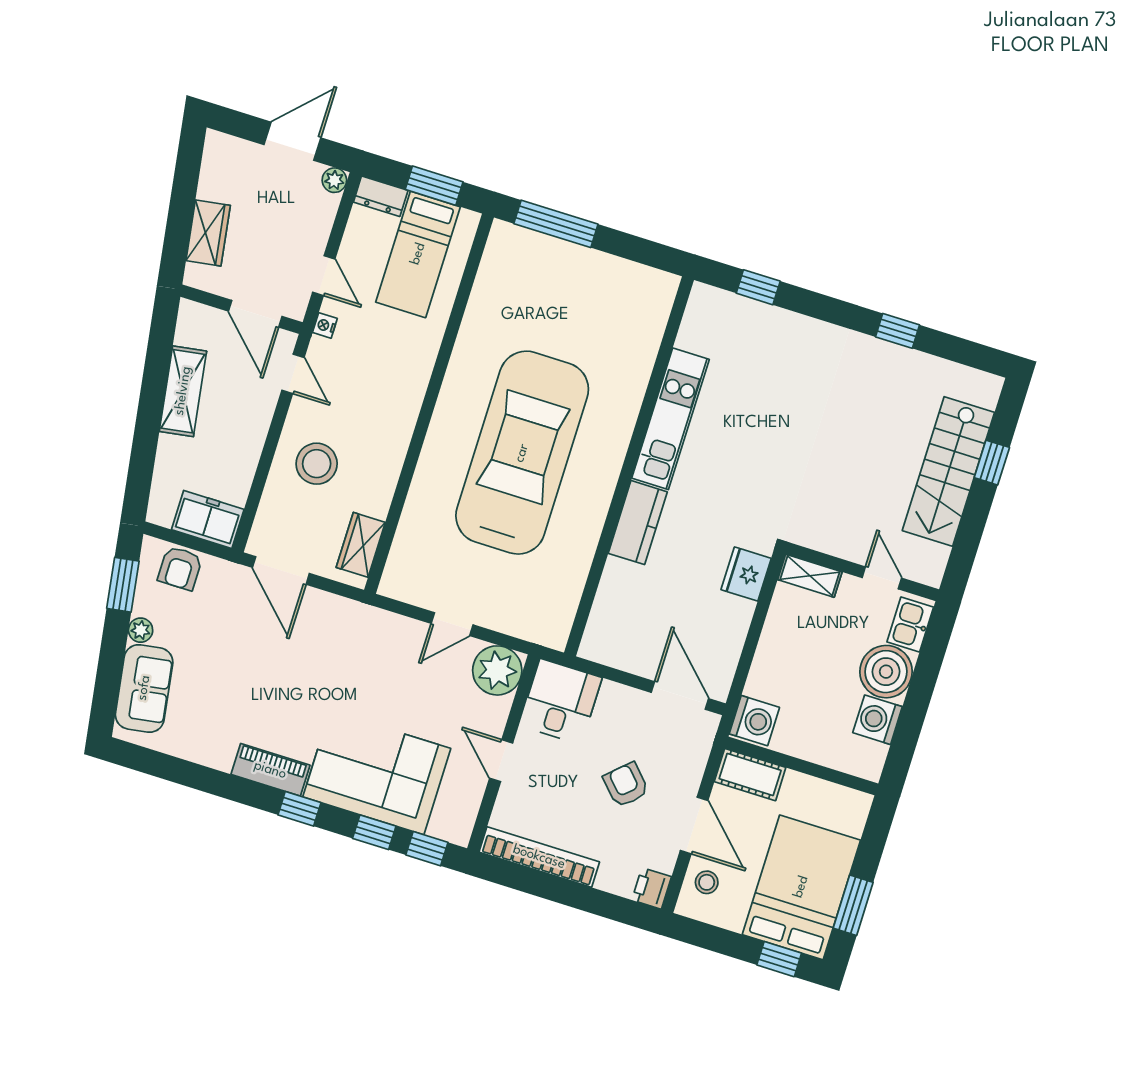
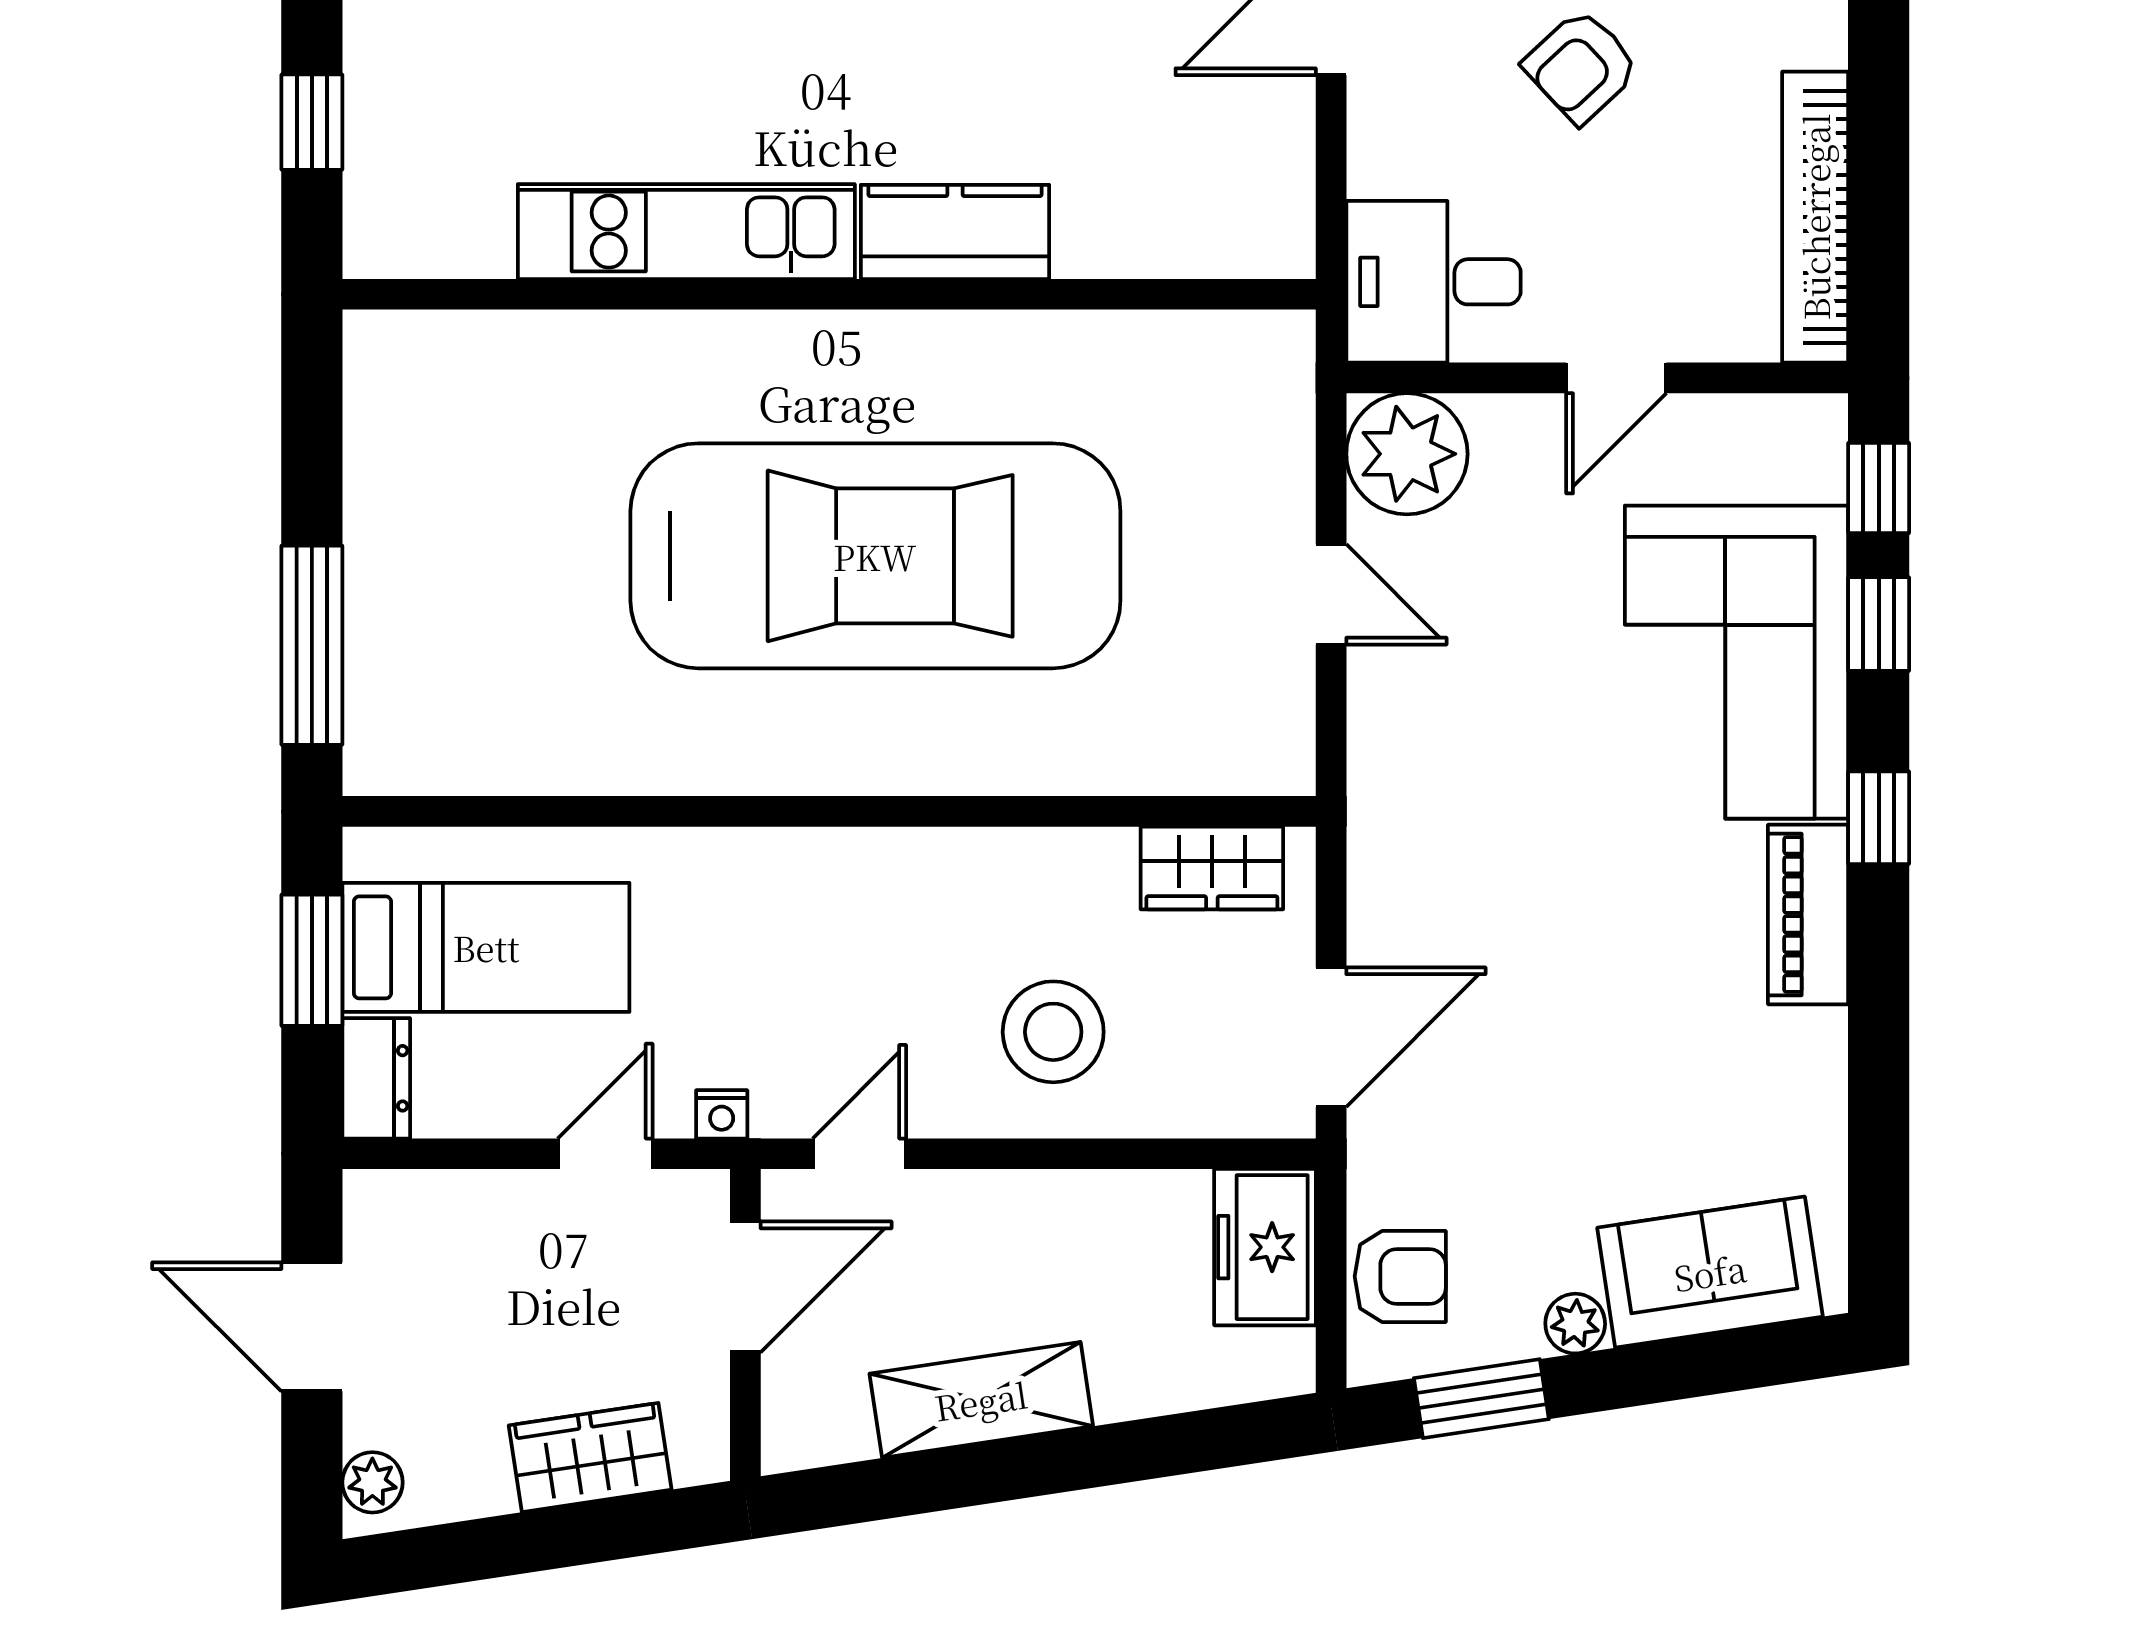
plant: (334, 180) -> (372, 1482), moved
car: (522, 453) -> (875, 556), turned 180

